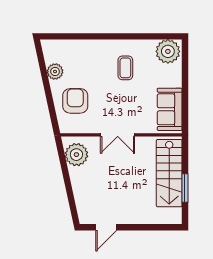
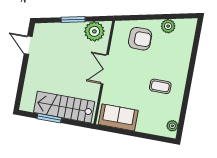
plant: (168, 51) -> (172, 126), width x0.53, depth x0.53
window: (67, 181) -> (73, 19), added

